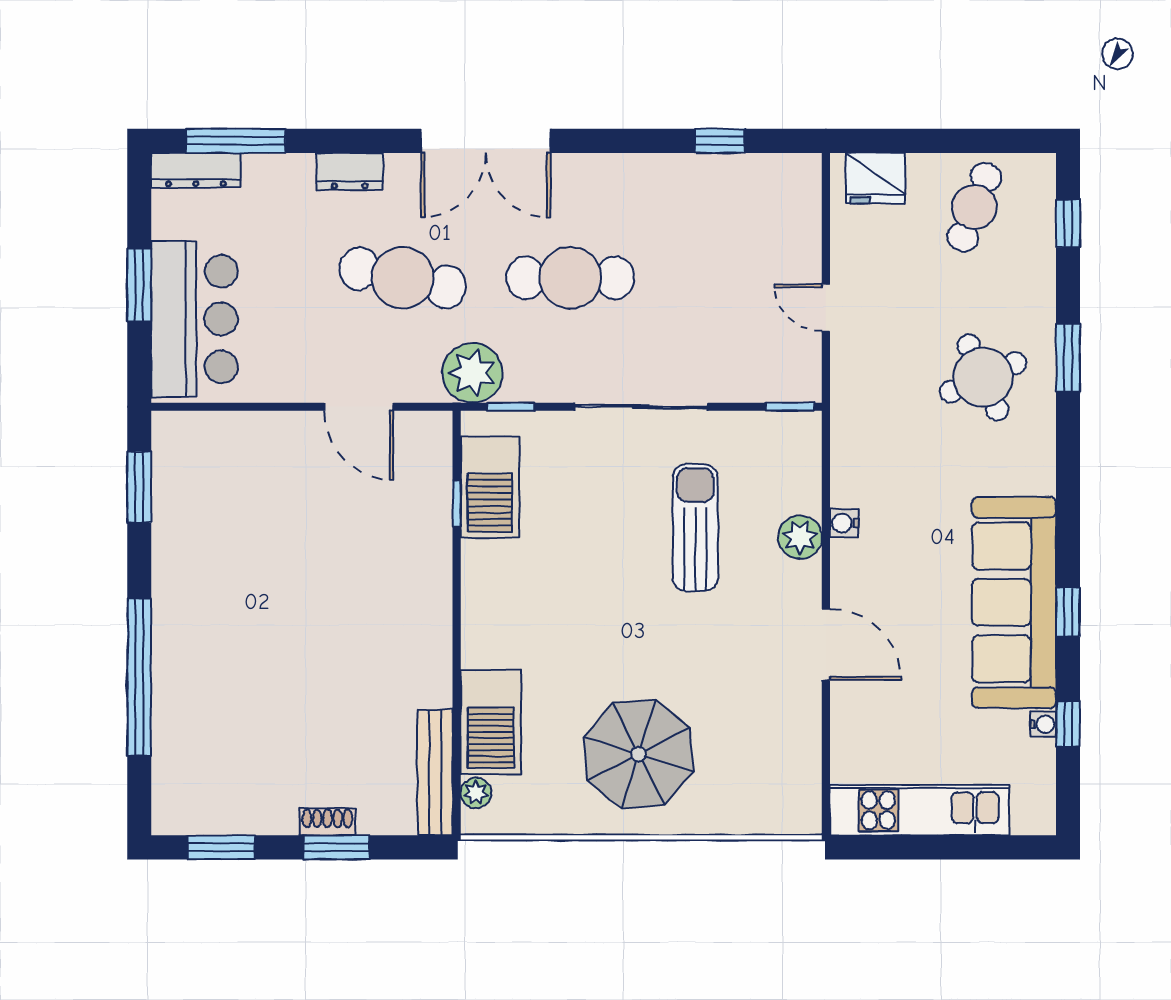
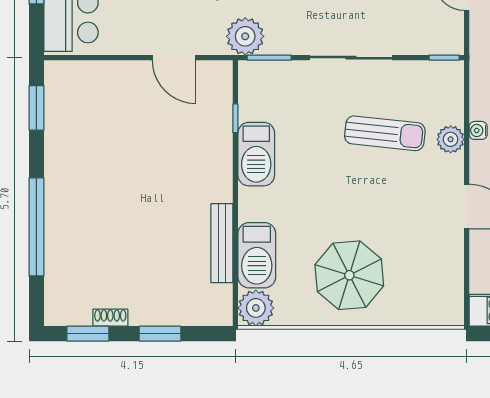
window: (511, 407) -> (269, 58), width x1.50
barbecue: (490, 487) -> (256, 154), moved
sun lounger: (695, 528) -> (385, 133), turned 96
bench: (435, 772) -> (222, 243), moved
plant: (476, 793) -> (256, 308), width x1.88, depth x1.88
shoe rack: (327, 822) -> (110, 318), moved

